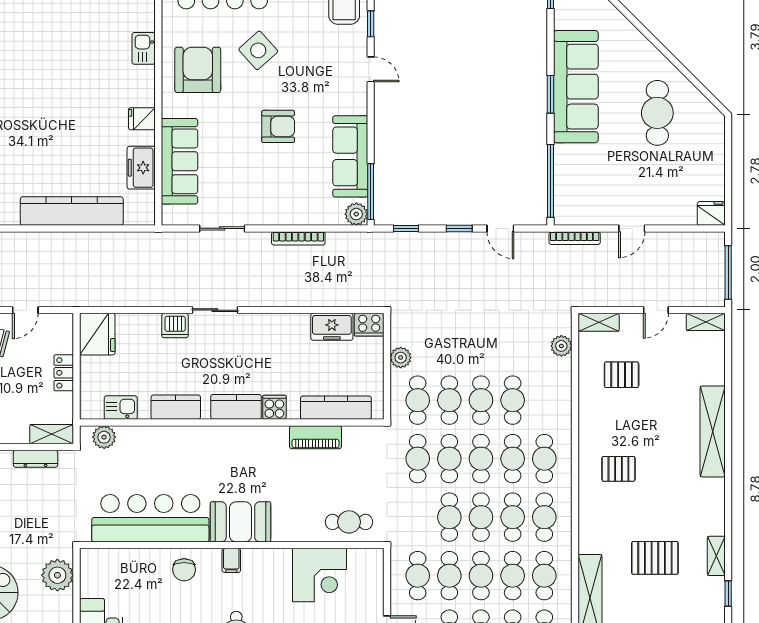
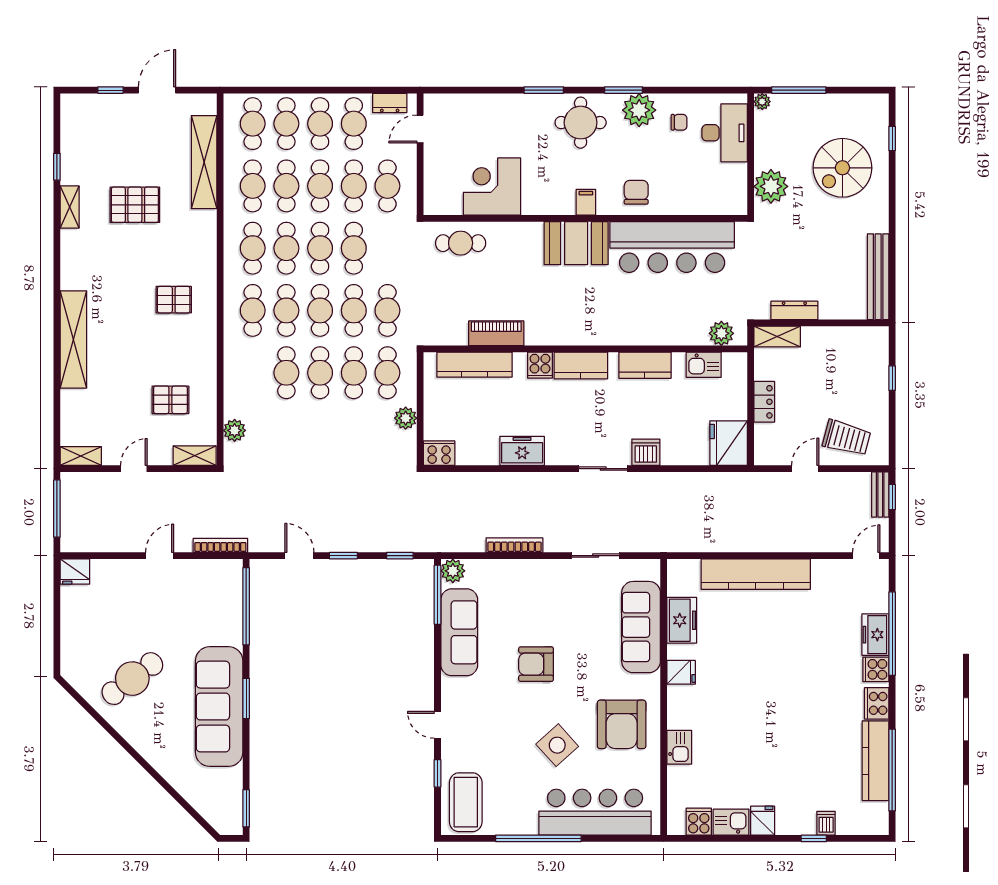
cafe table: (657, 113) -> (132, 679), turned 53
freezer: (332, 327) -> (522, 451), moved

